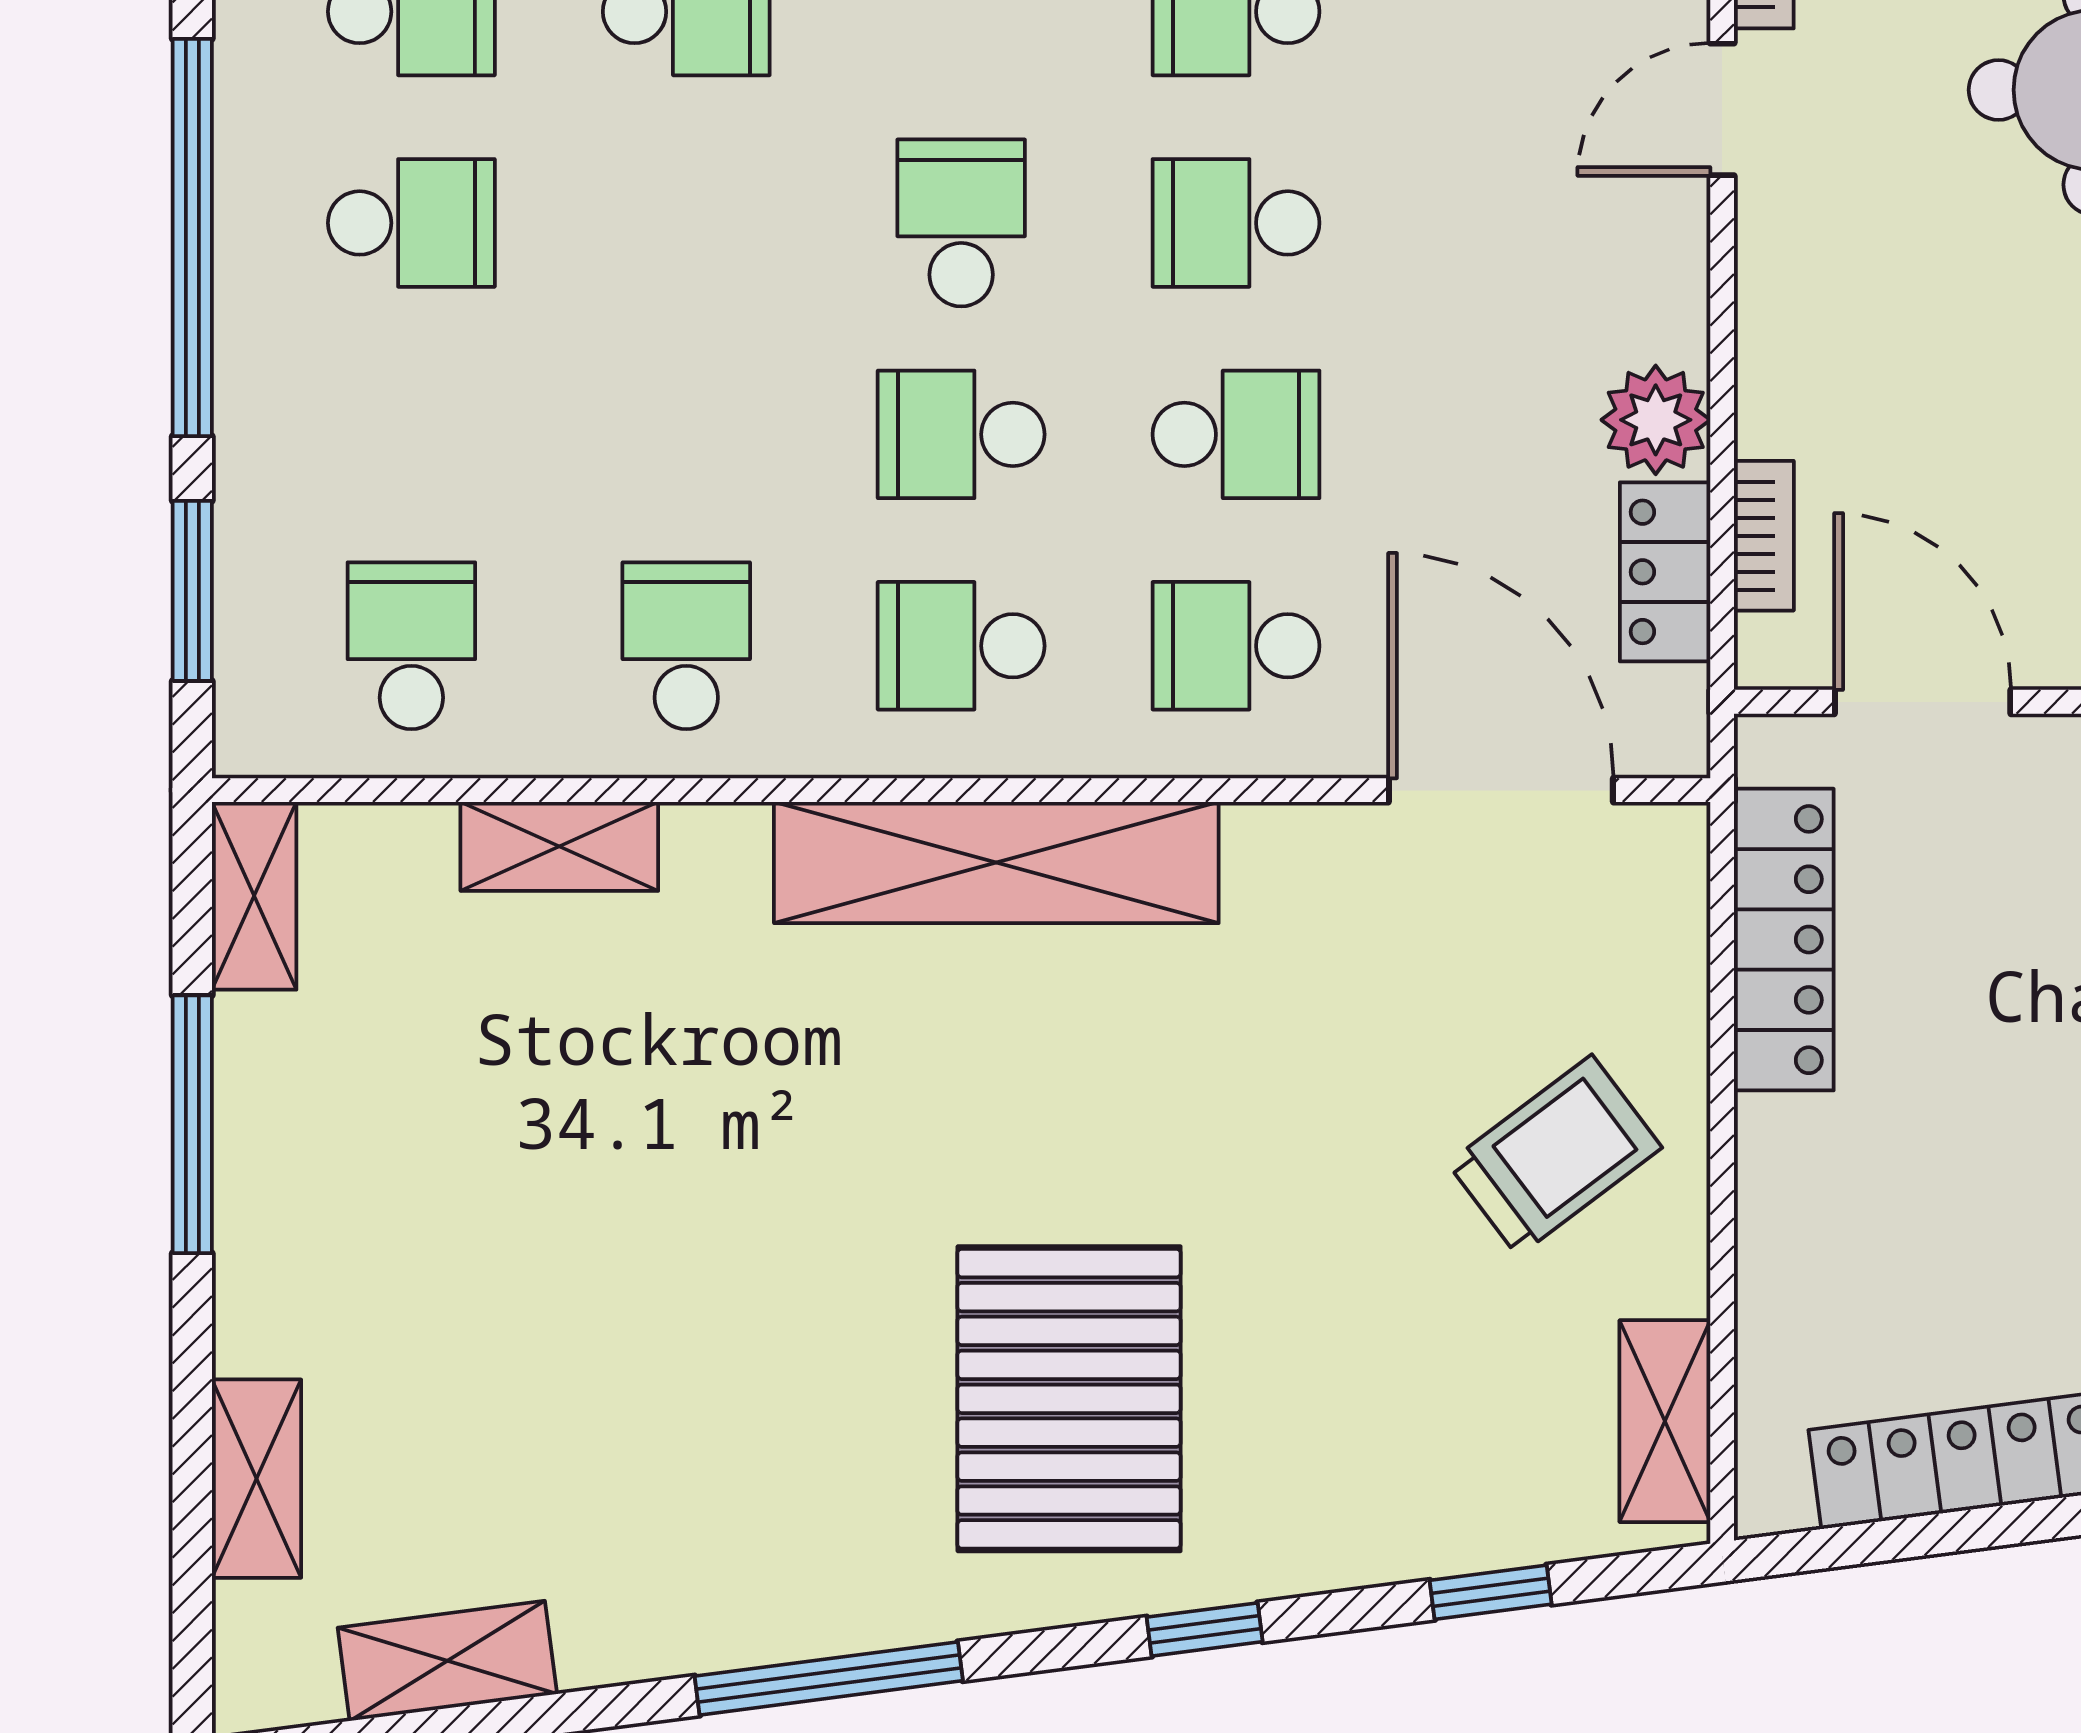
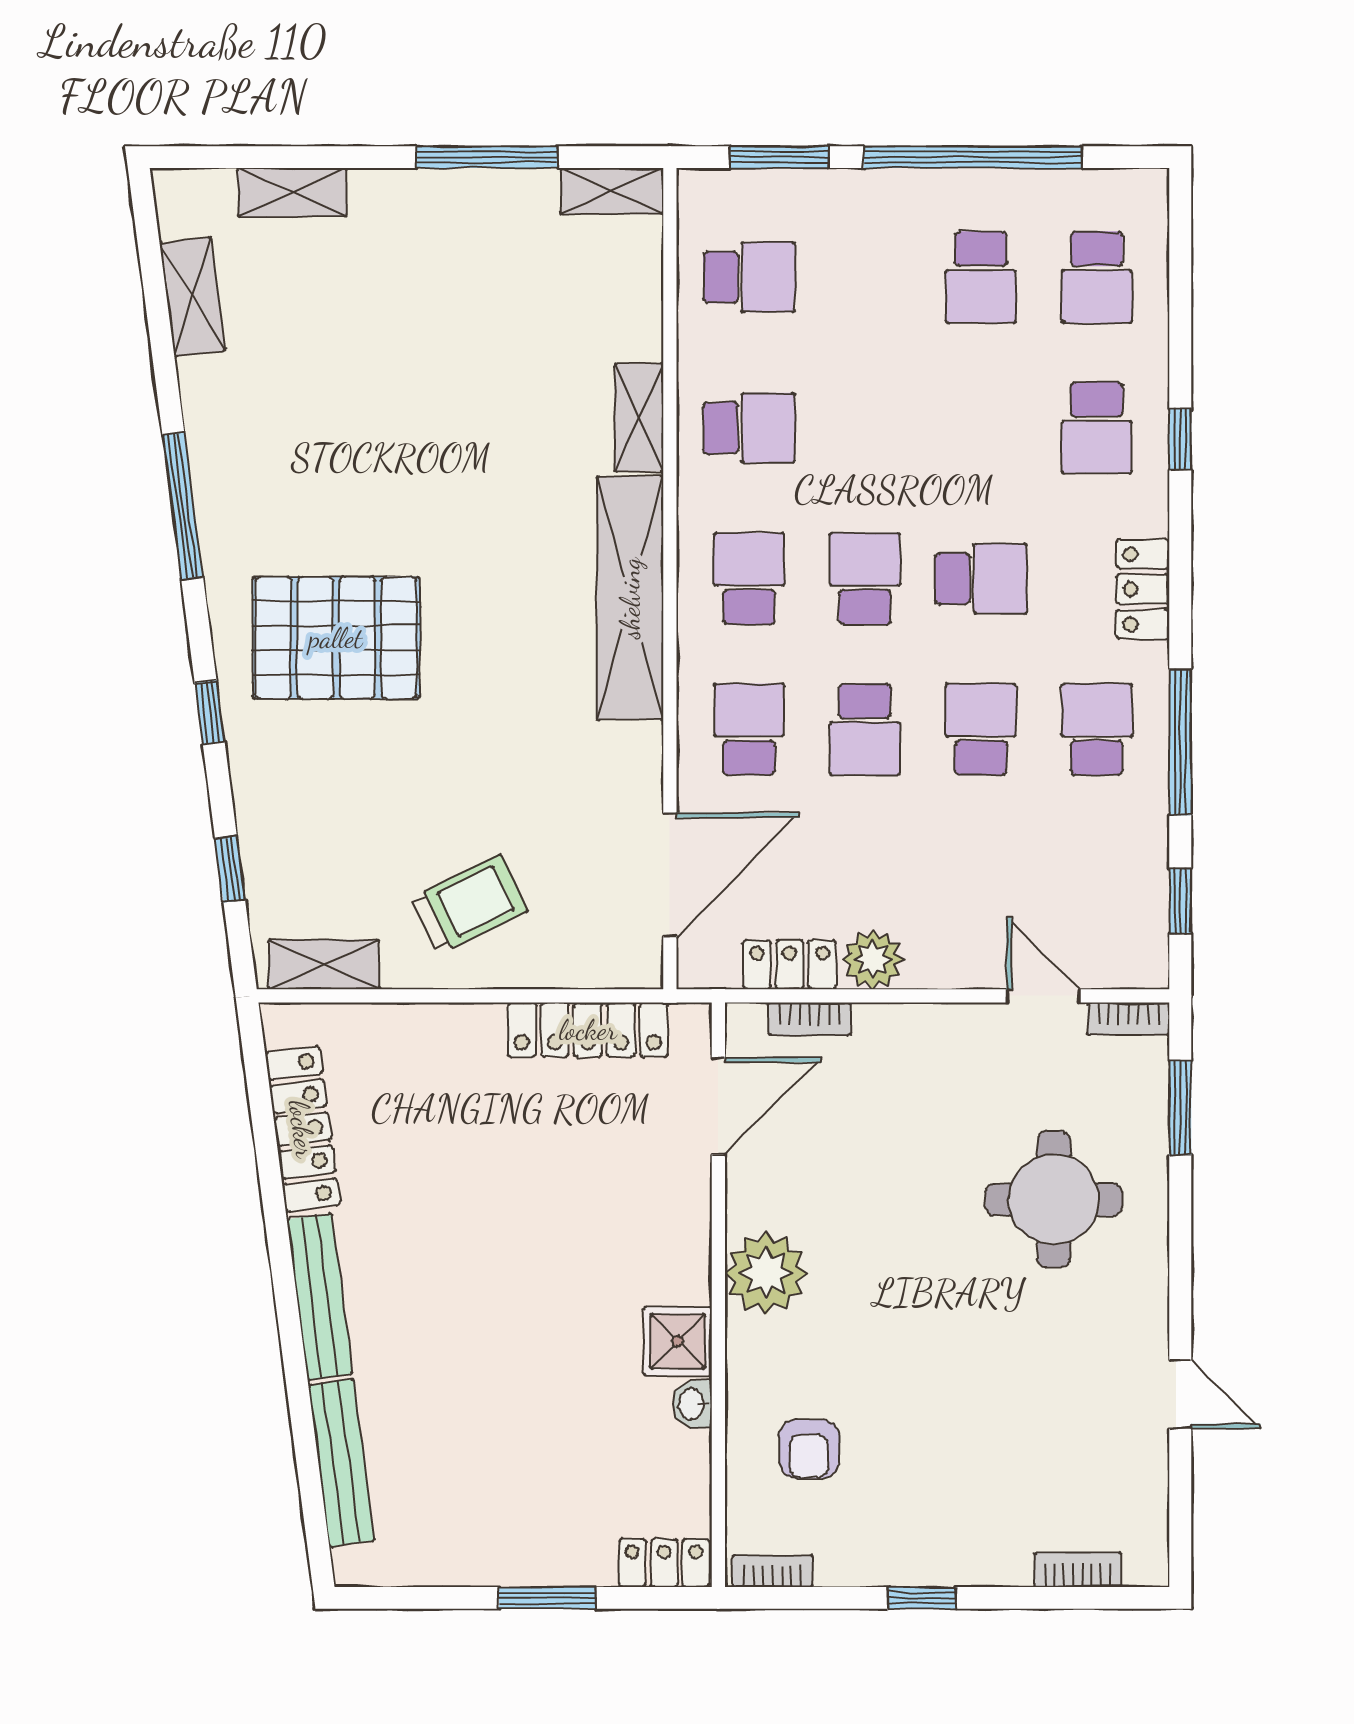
shelving: (559, 846) -> (639, 418), moved
trolley: (1555, 1155) -> (470, 904), turned -79

